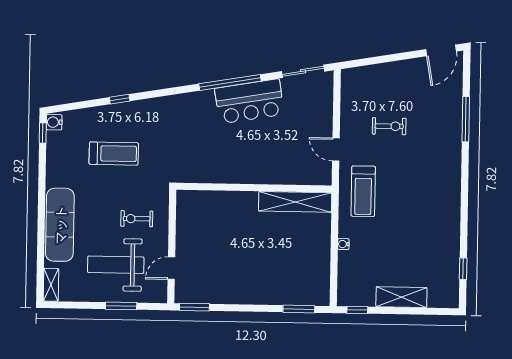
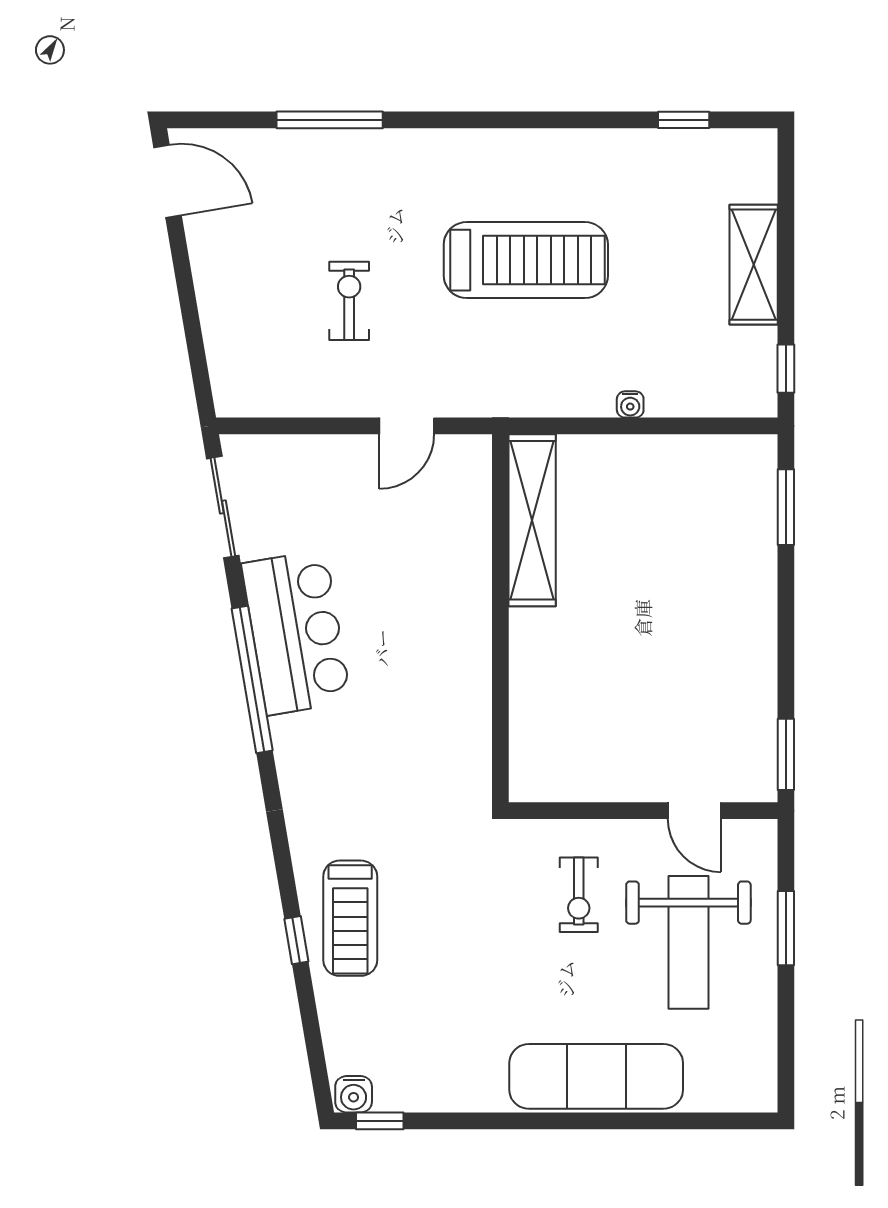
treadmill: (114, 154) -> (350, 918), moved, turned 180
treadmill: (363, 191) -> (526, 260), moved, width x1.37, depth x1.38
shelving: (51, 285) -> (739, 1095), removed

